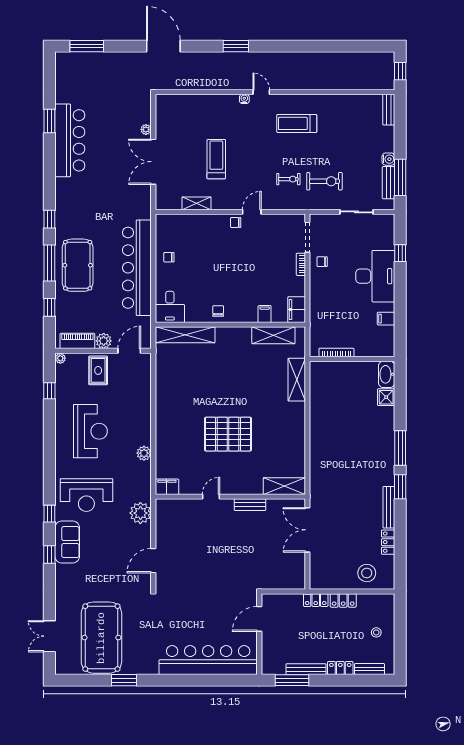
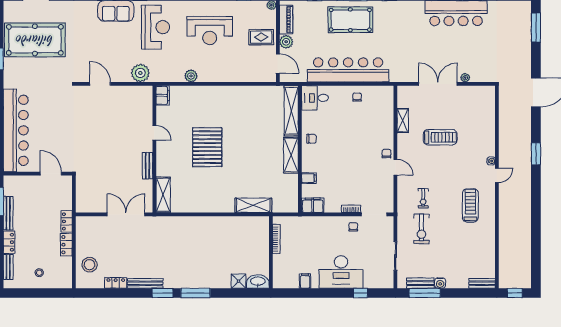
shelving: (273, 335) -> (291, 155), moved
reception desk: (86, 495) -> (156, 27), turned 180

